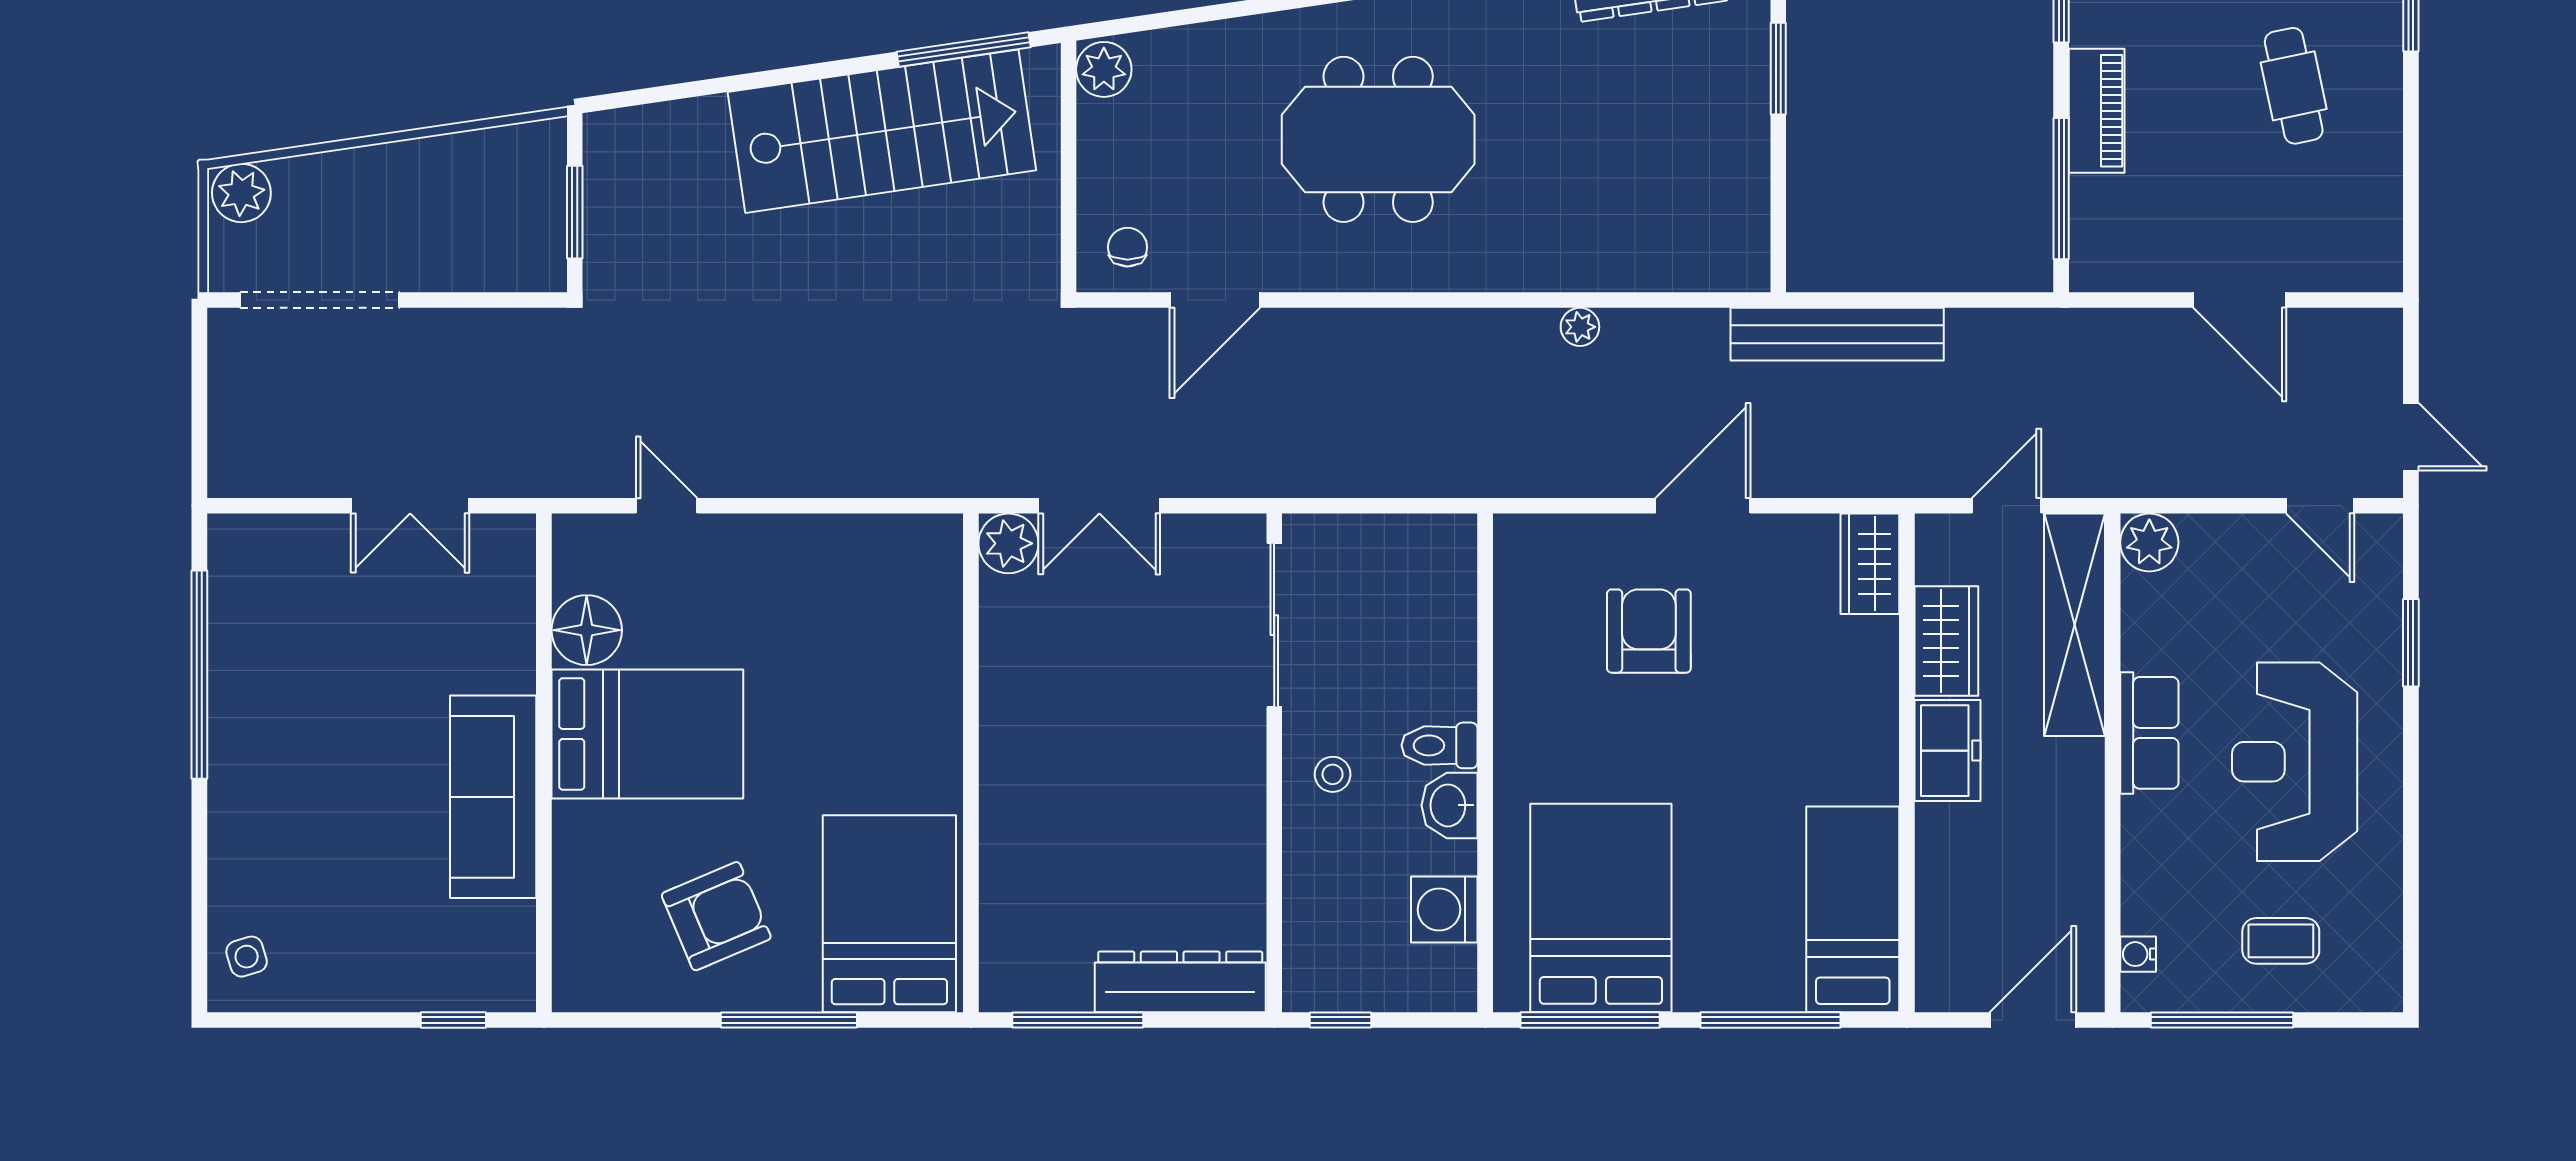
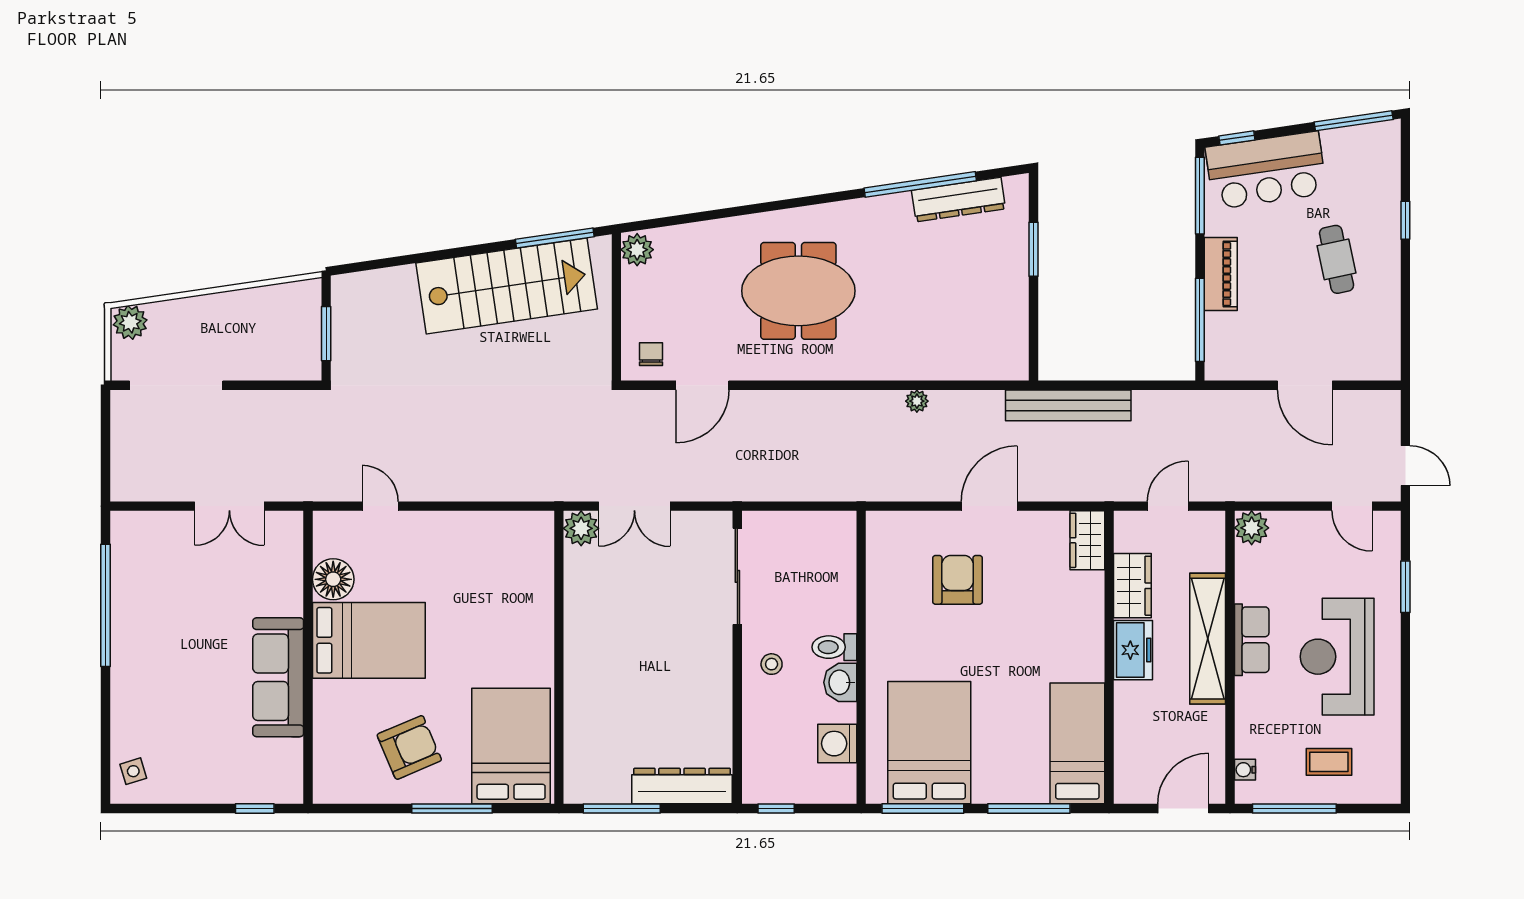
shelving: (2074, 625) -> (1208, 639), moved

